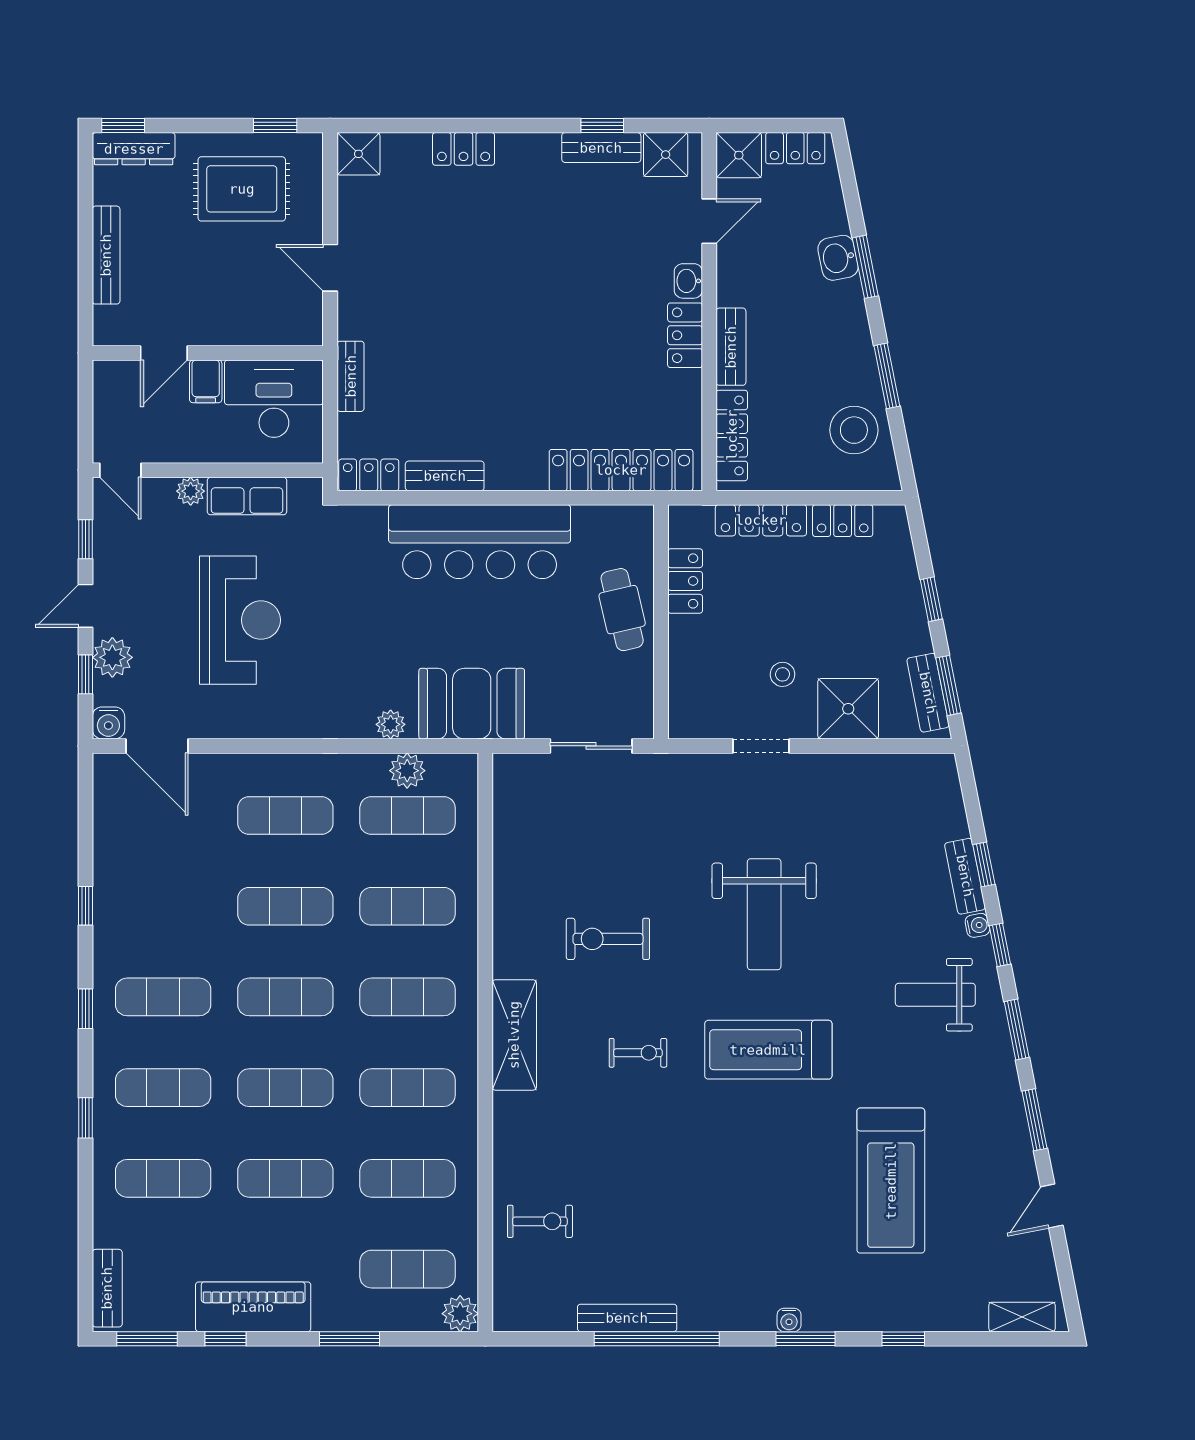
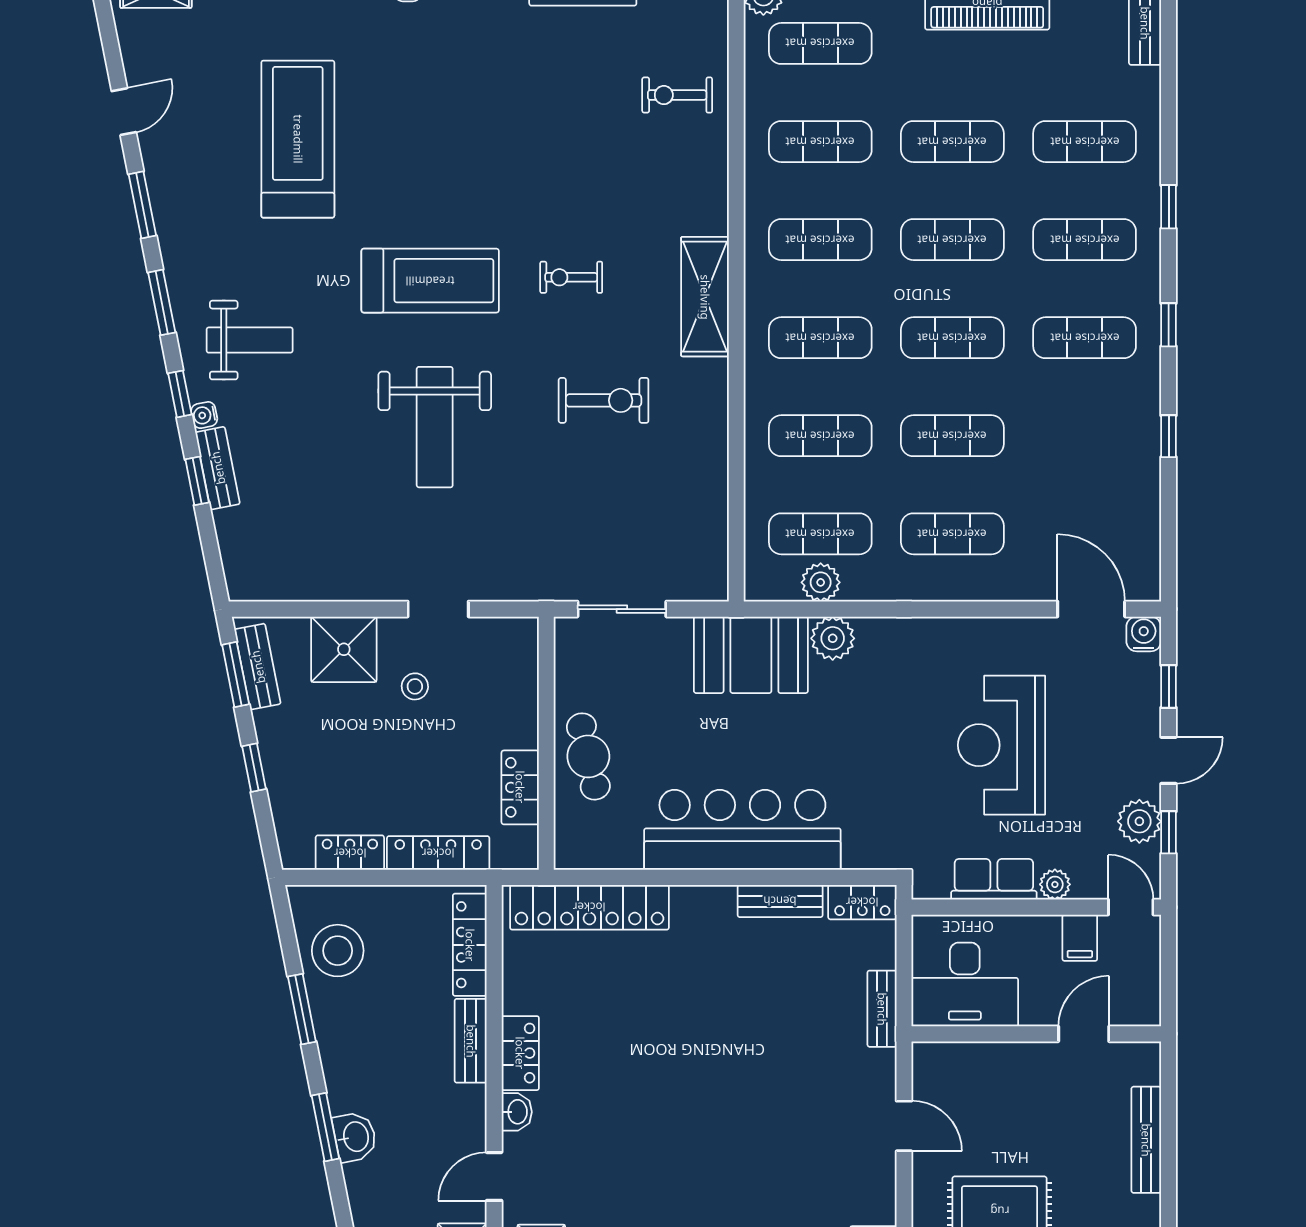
filing cabinet: (206, 381) -> (1080, 938), moved, turned 180
plant: (112, 657) -> (1139, 821), moved
plant: (391, 724) -> (833, 638), width x1.38, depth x1.38
weight bench: (764, 914) -> (435, 427), turned 180

